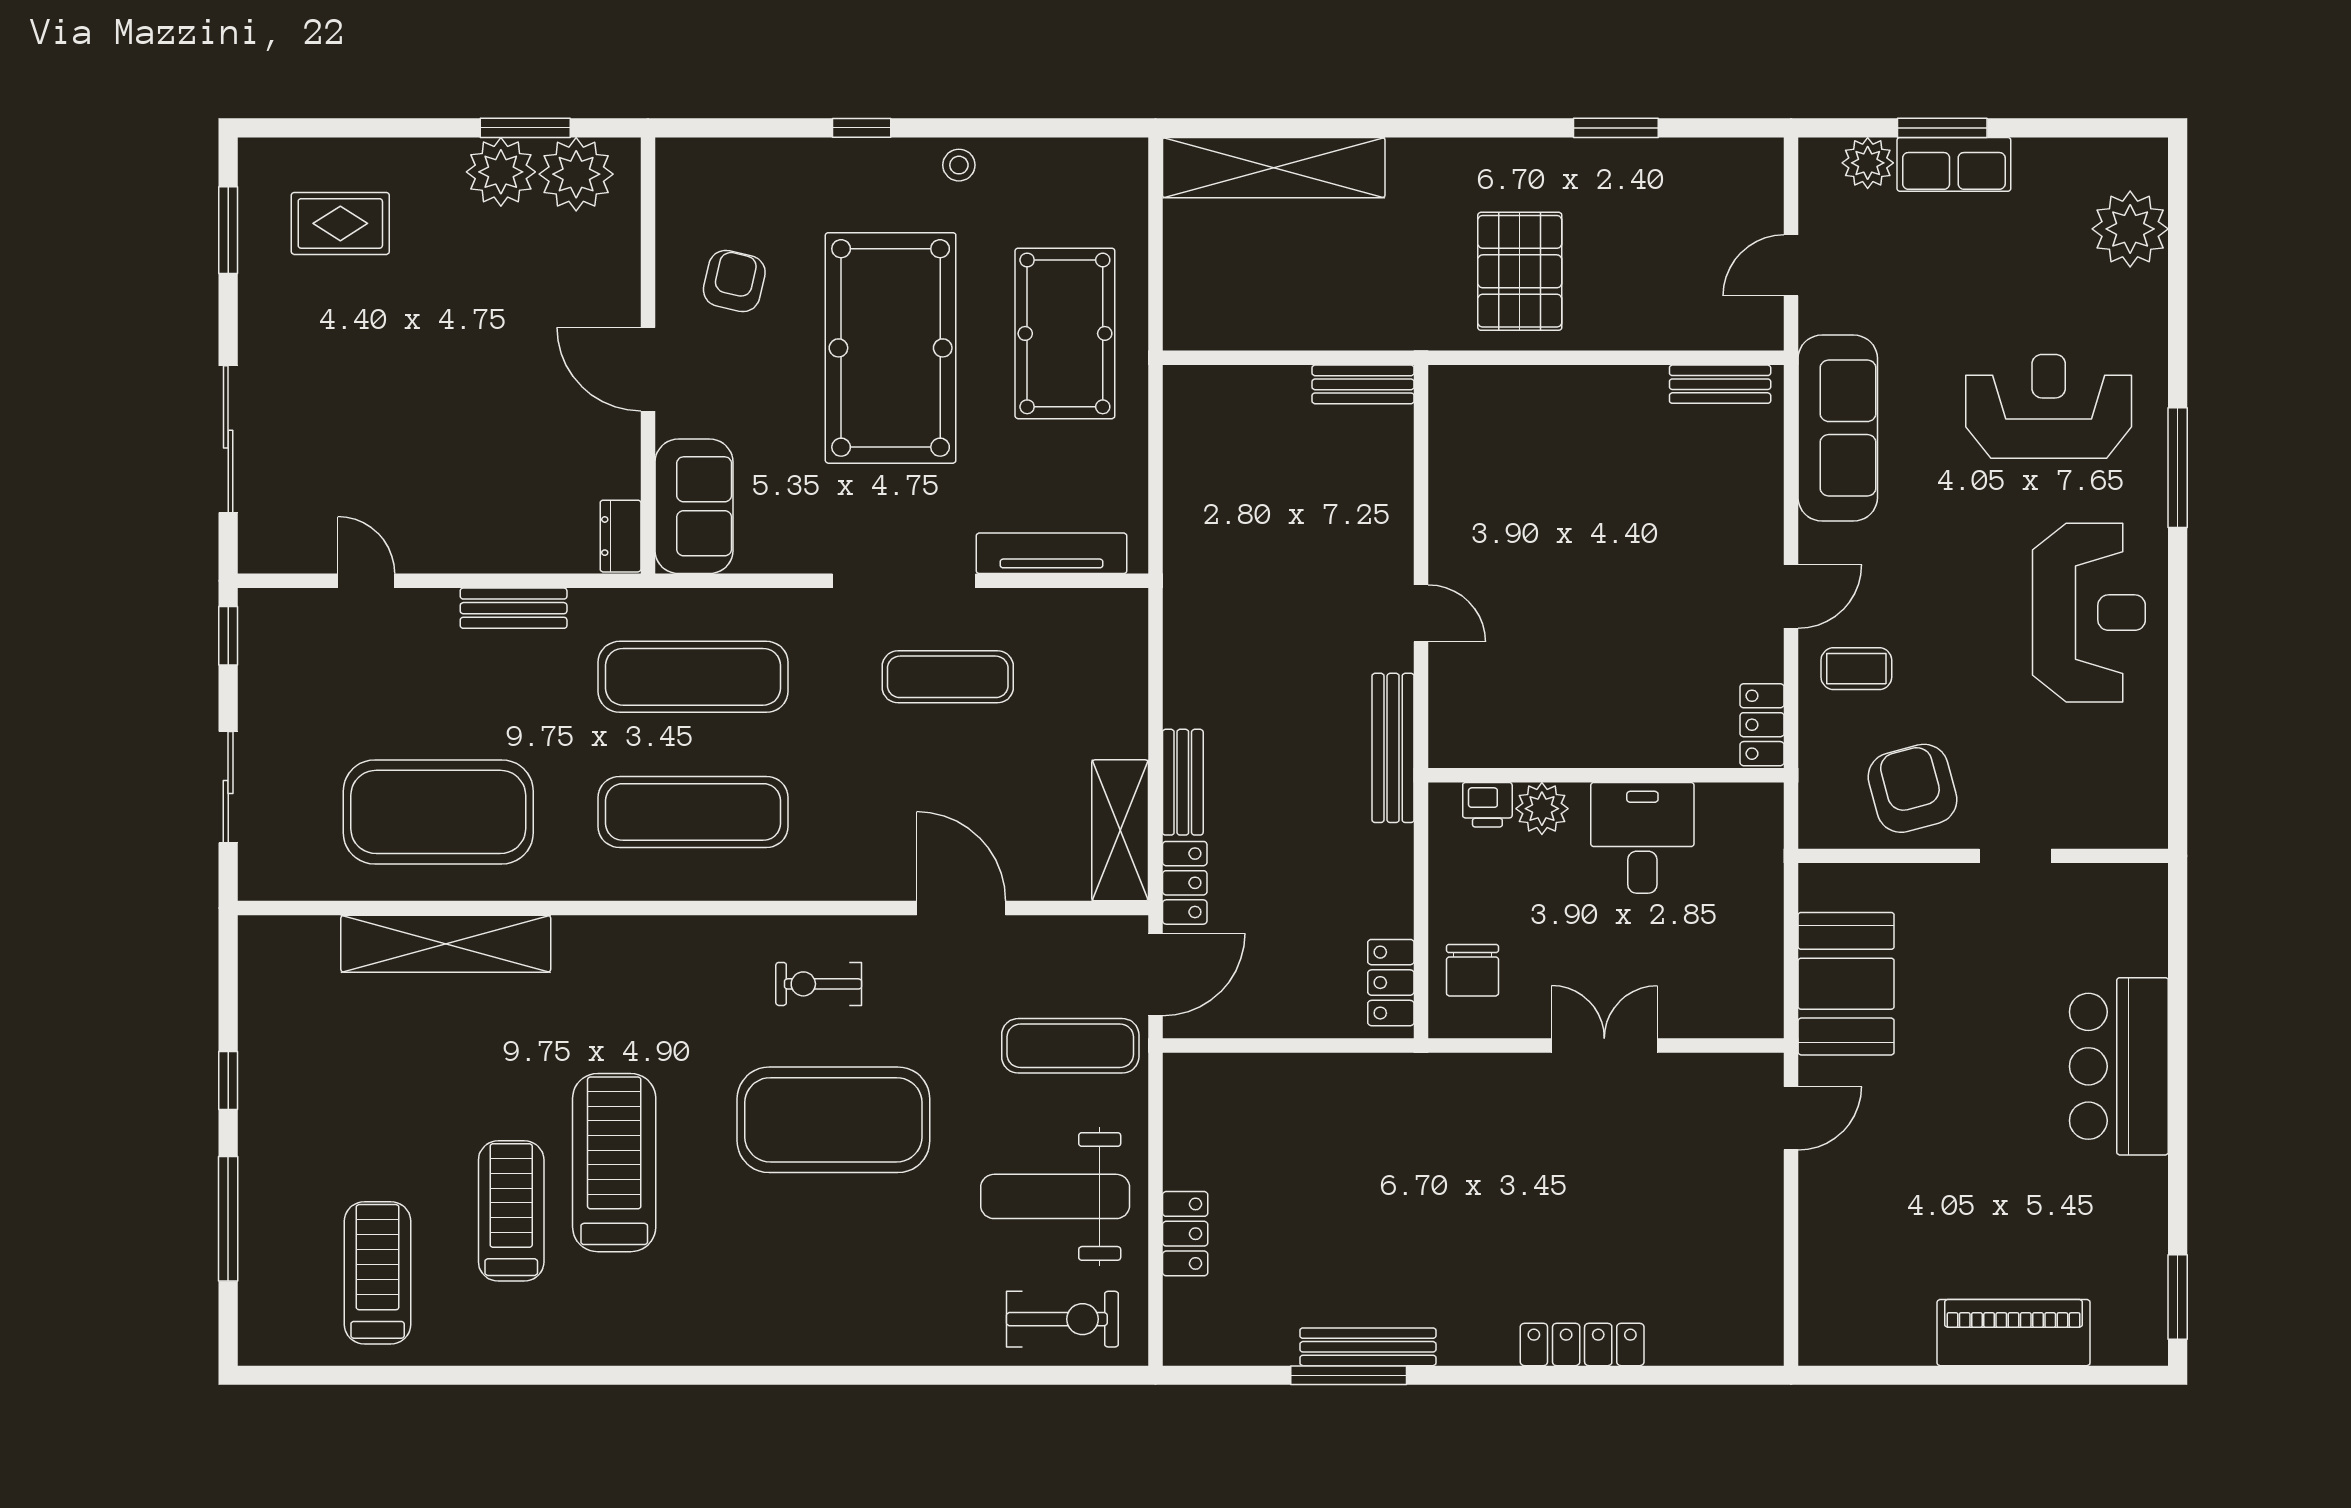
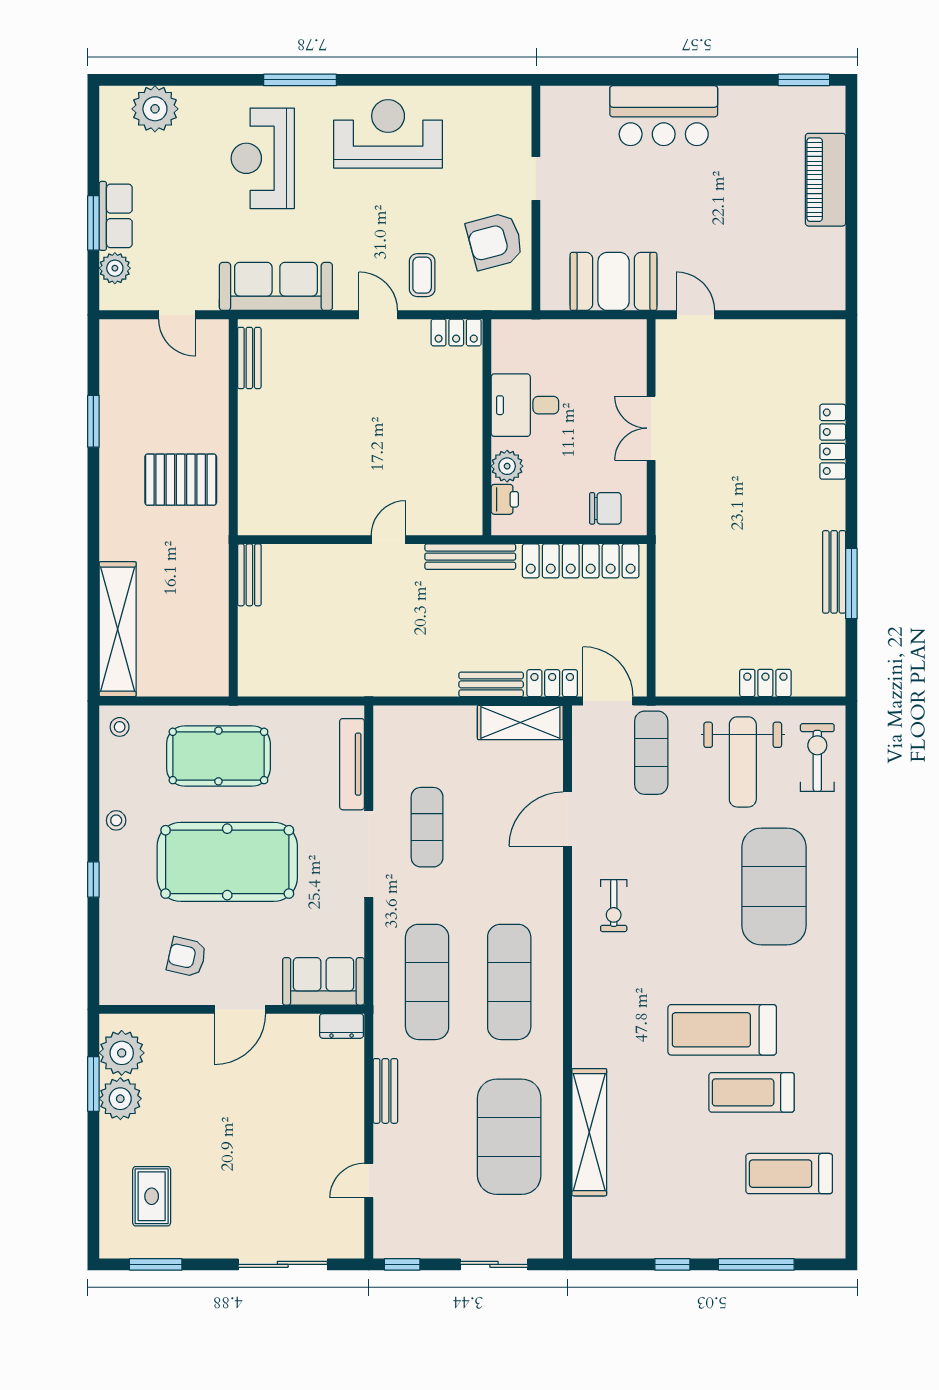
stool: (1113, 171) -> (120, 727), added
locker: (1391, 983) -> (581, 561), width x2.16, depth x1.21
exercise mat: (833, 1120) -> (774, 886), moved

